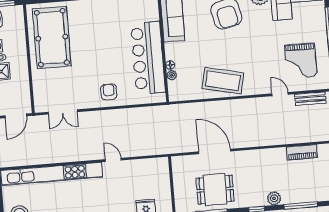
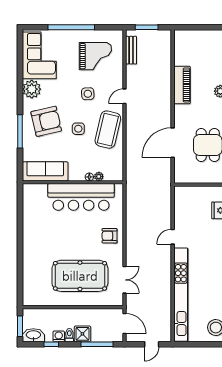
pool table: (52, 38) -> (80, 276), moved
side table: (221, 49) -> (78, 129), added
side table: (260, 56) -> (88, 94), added
door: (280, 94) -> (125, 96), moved
piano: (302, 152) -> (182, 85), moved, width x1.37, depth x1.33

